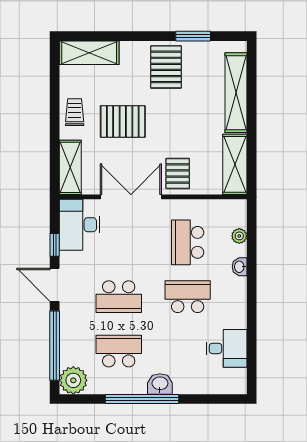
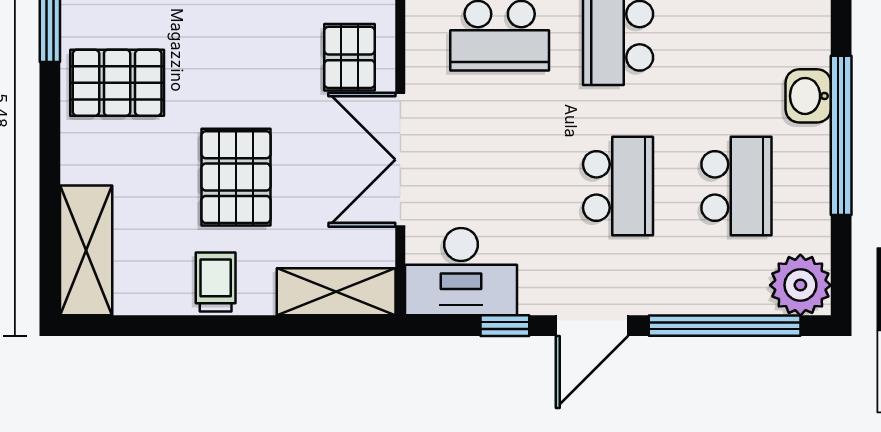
trolley: (75, 112) -> (216, 282), turned 90
pallet: (178, 174) -> (349, 57), turned 90
school desk: (119, 351) -> (736, 186), turned 180

